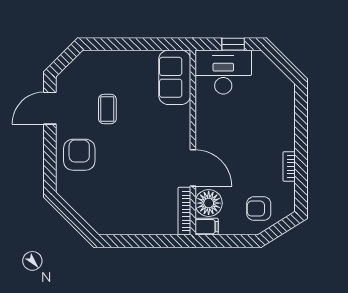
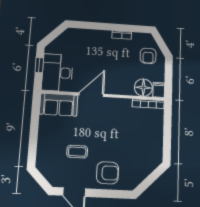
armchair: (79, 155) -> (107, 173), turned 180
door: (193, 168) -> (91, 95), moved

